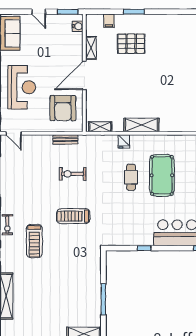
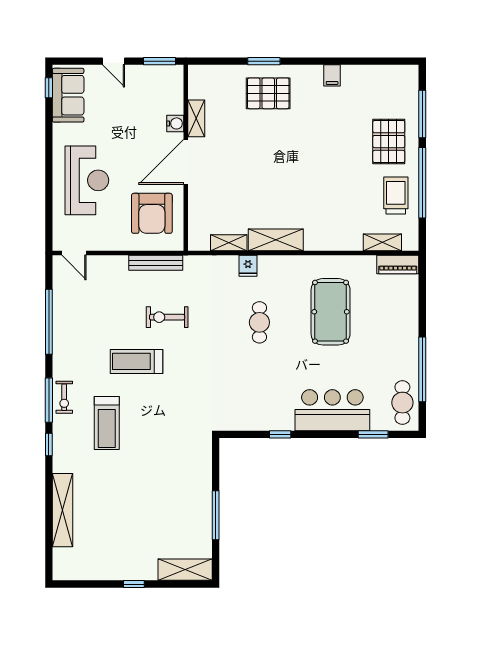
filing cabinet: (109, 21) -> (332, 75), moved
water cooler: (78, 26) -> (175, 123), moved
pallet: (131, 44) -> (268, 93), moved
shelving: (100, 127) -> (229, 243), moved
bench: (65, 139) -> (156, 263), width x1.36
pool table: (162, 175) -> (331, 312), moved
treadmill: (73, 216) -> (137, 361), moved

